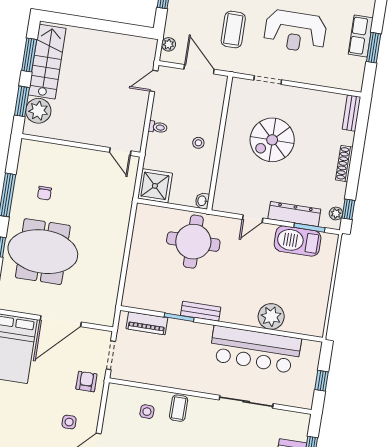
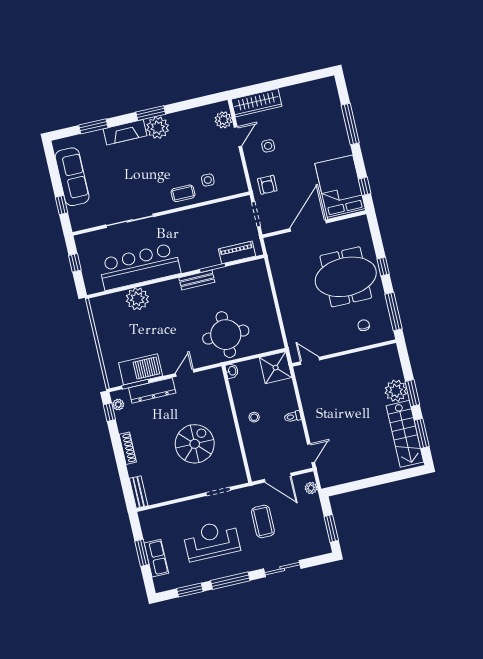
wall: (81, 145) -> (344, 353), moved
door: (120, 152) -> (310, 361), moved
coffee table: (179, 408) -> (183, 193), turned 90

